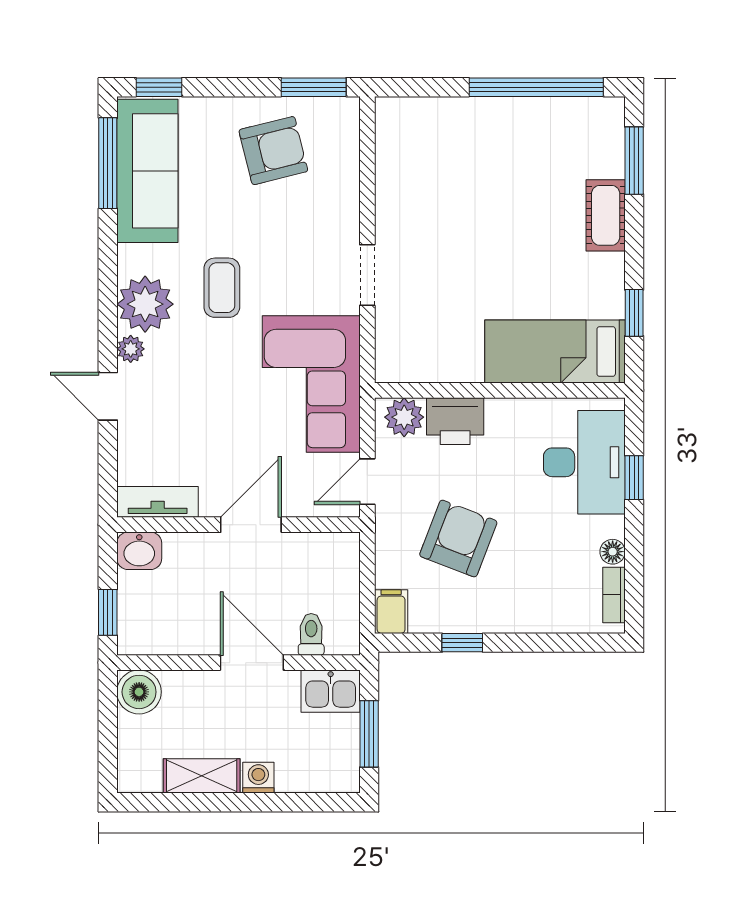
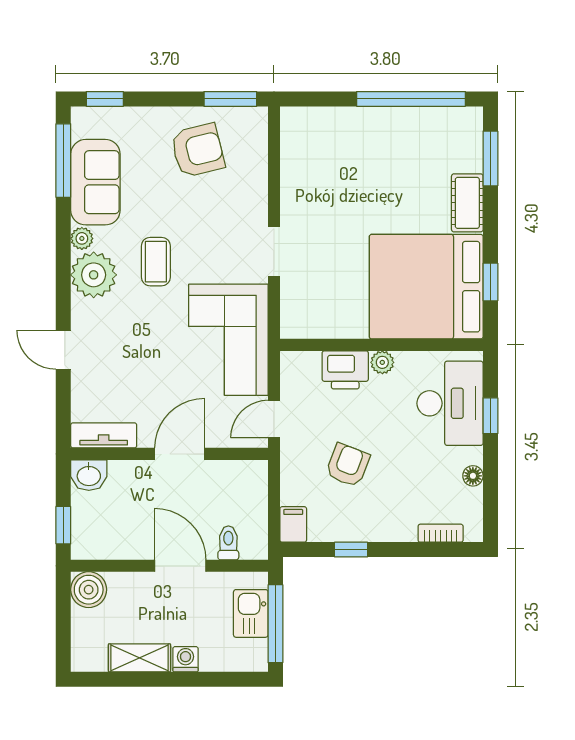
sofa: (147, 171) -> (95, 182), width x0.73
plant: (131, 349) -> (82, 238), moved
bed: (555, 352) -> (426, 287), width x2.04
plant: (404, 417) -> (382, 362), moved, width x0.73, depth x0.73
armchair: (458, 539) -> (348, 465), width x0.72, depth x0.72
bookcase: (614, 595) -> (441, 533), moved, turned 90
kitchen sink: (331, 691) -> (251, 613), moved, turned 90
window: (369, 734) -> (275, 624), width x1.44

